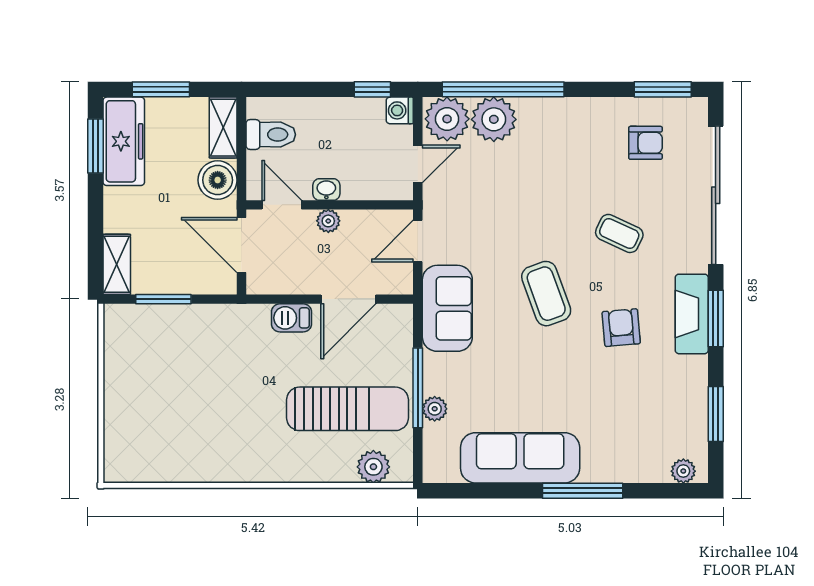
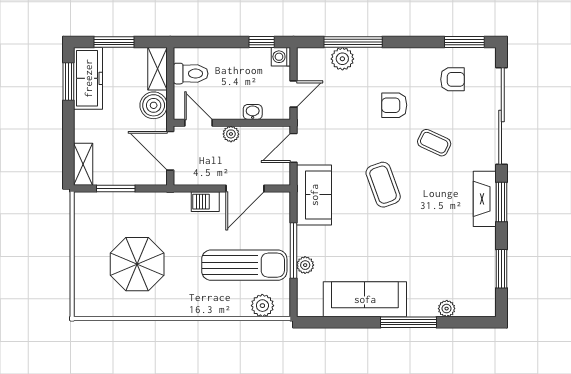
window: (503, 89) -> (353, 42), width x0.68
plant: (447, 119) -> (314, 63), removed
plant: (494, 119) -> (342, 59), width x0.73, depth x0.73
washbasin: (326, 190) -> (253, 112), moved
armchair: (621, 328) -> (394, 105), moved, turned -85
parasol: (194, 407) -> (137, 264), added
plant: (683, 471) -> (447, 309), moved

